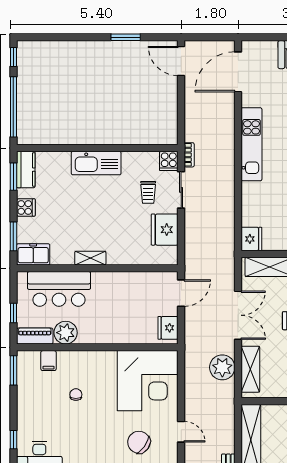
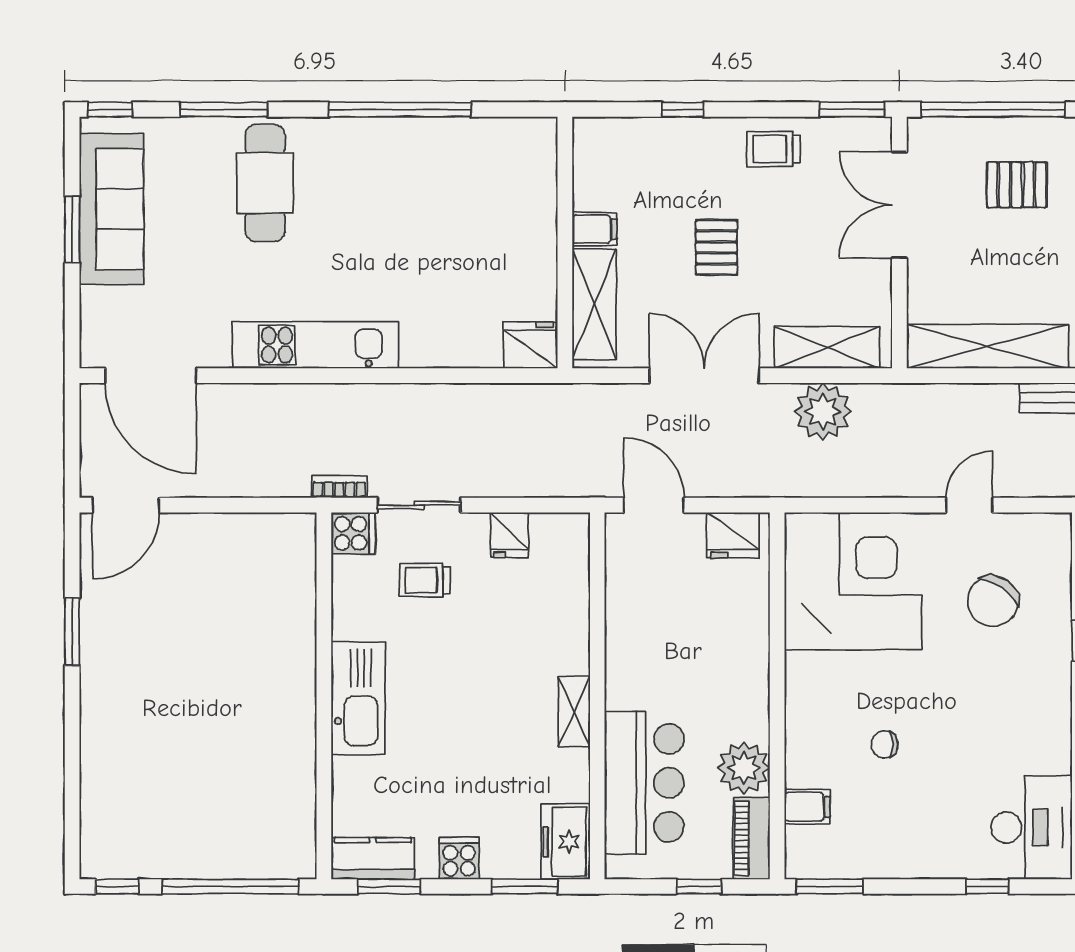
trolley: (148, 192) -> (425, 580), turned 180
fridge: (165, 230) -> (509, 535), width x0.53, depth x0.75

